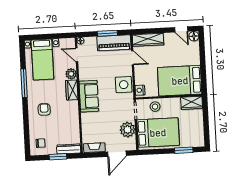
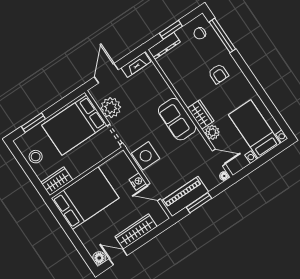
wardrobe: (148, 40) -> (136, 232), moved
window: (24, 83) -> (222, 35), moved
nightstand: (140, 90) -> (138, 181), moved
stool: (155, 107) -> (36, 157), moved

